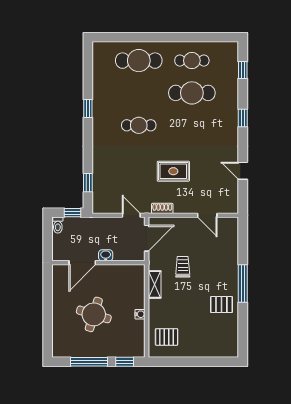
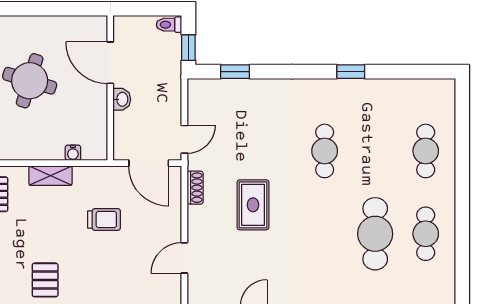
cafe table: (139, 61) -> (426, 151), width x0.73, depth x0.74
shelving: (155, 284) -> (50, 176), moved
water cooler: (140, 314) -> (73, 153), moved

